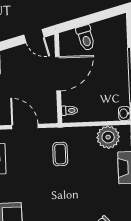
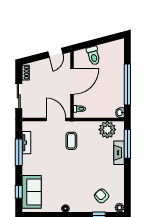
door: (34, 36) -> (55, 53), hinge flipped
door: (25, 127) -> (56, 119), moved

